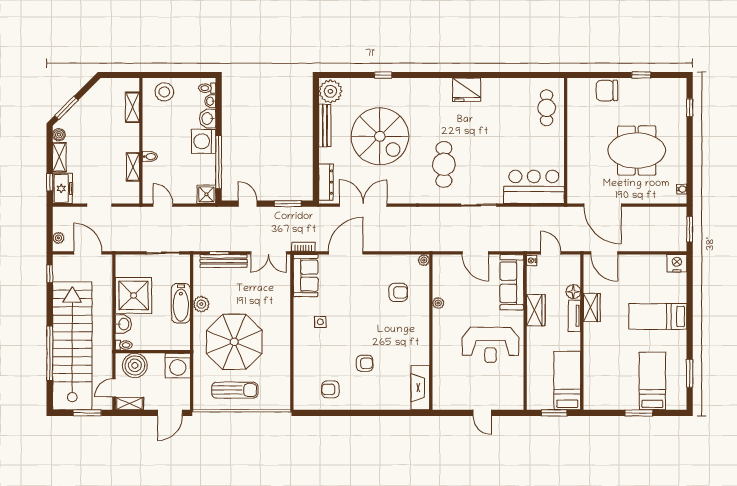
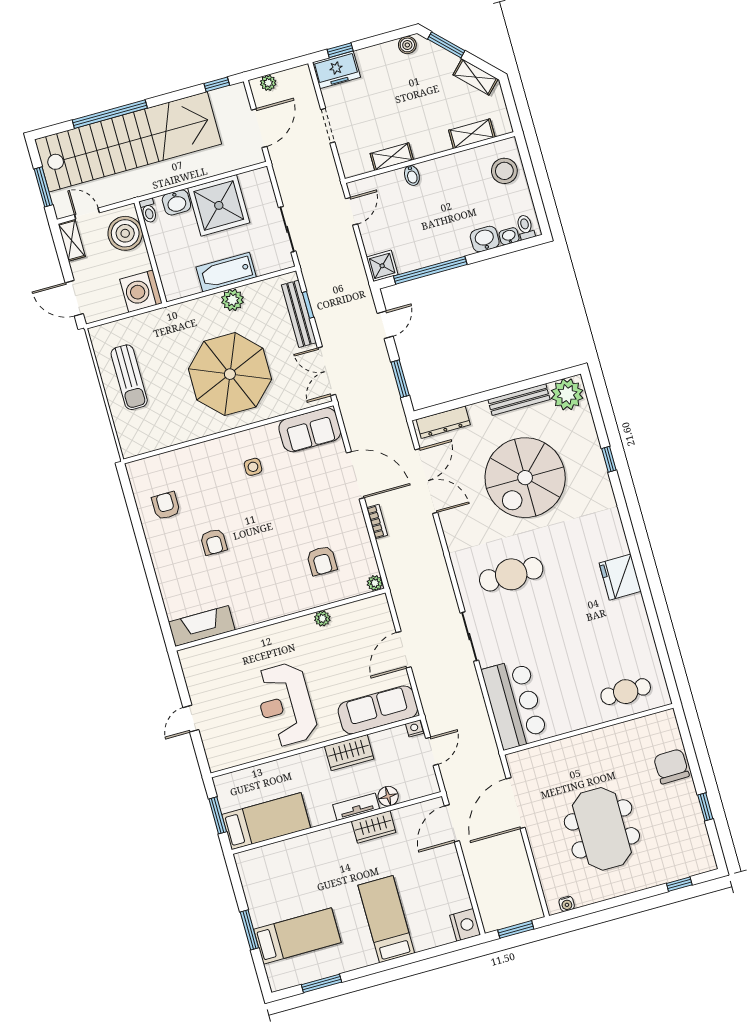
washing machine: (204, 141) -> (453, 242), removed
shelving: (59, 157) -> (475, 77), moved, turned 45
bookcase: (303, 247) -> (377, 522), moved
parasol: (234, 342) -> (230, 374), moved

